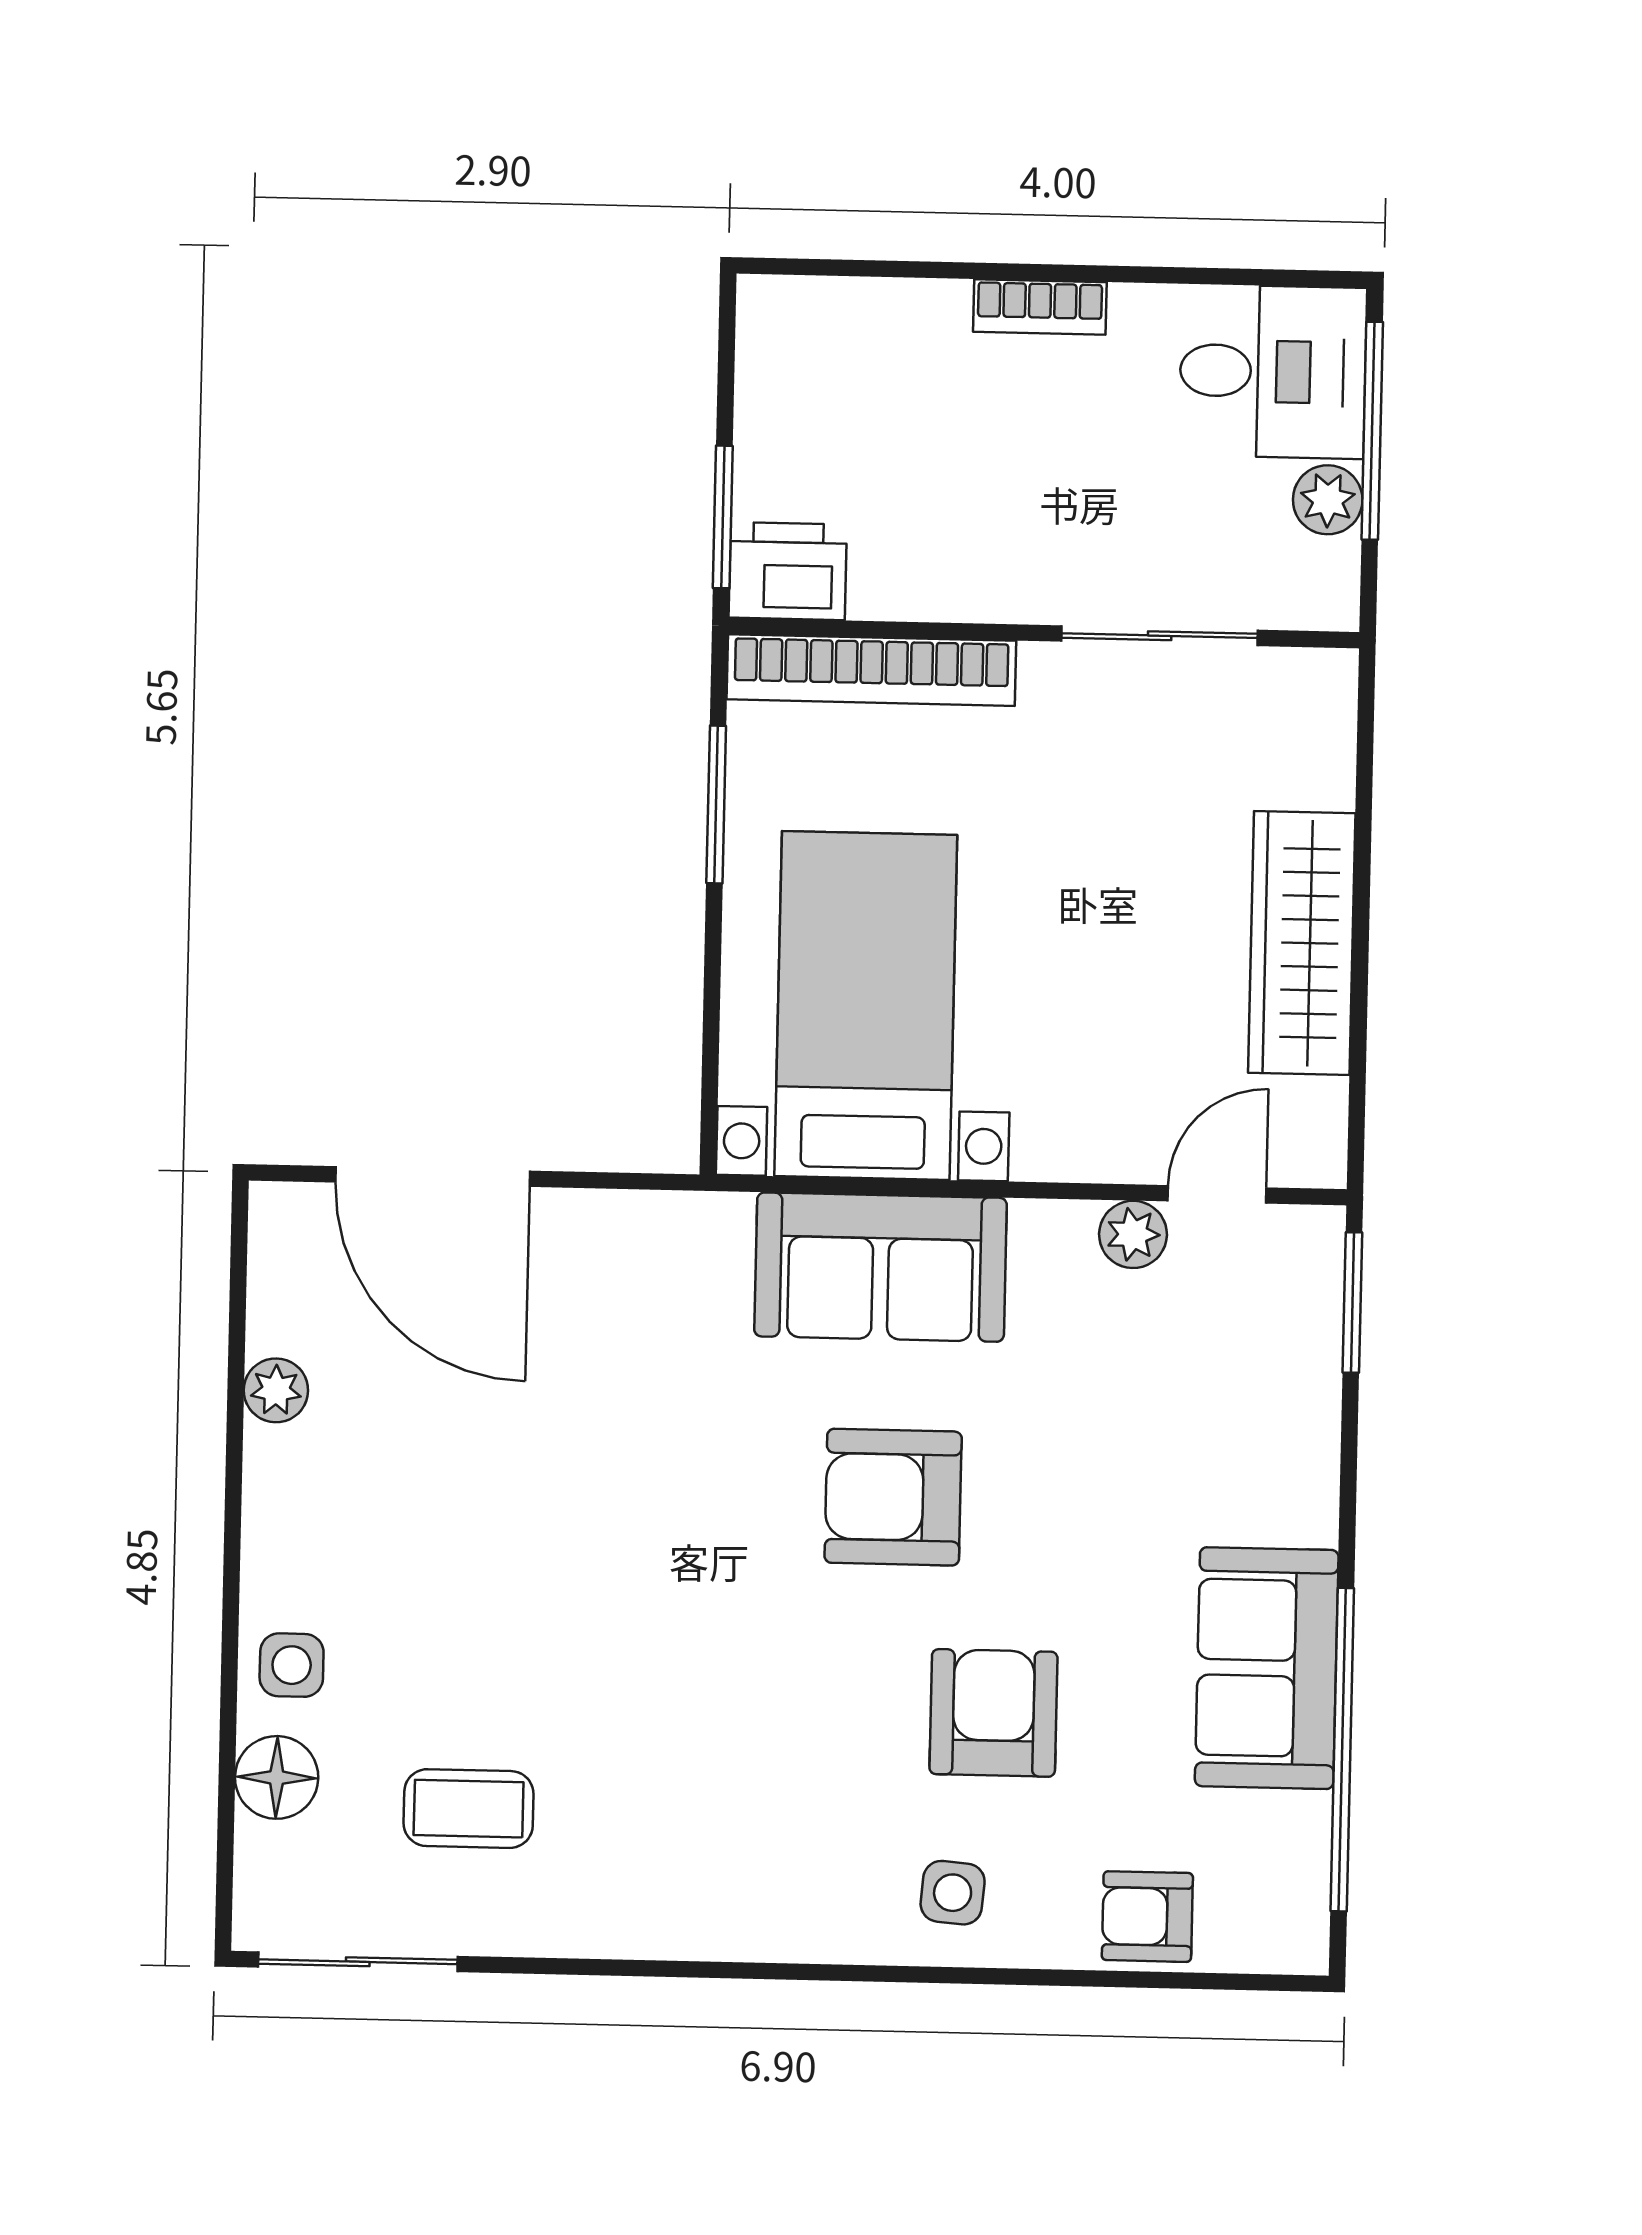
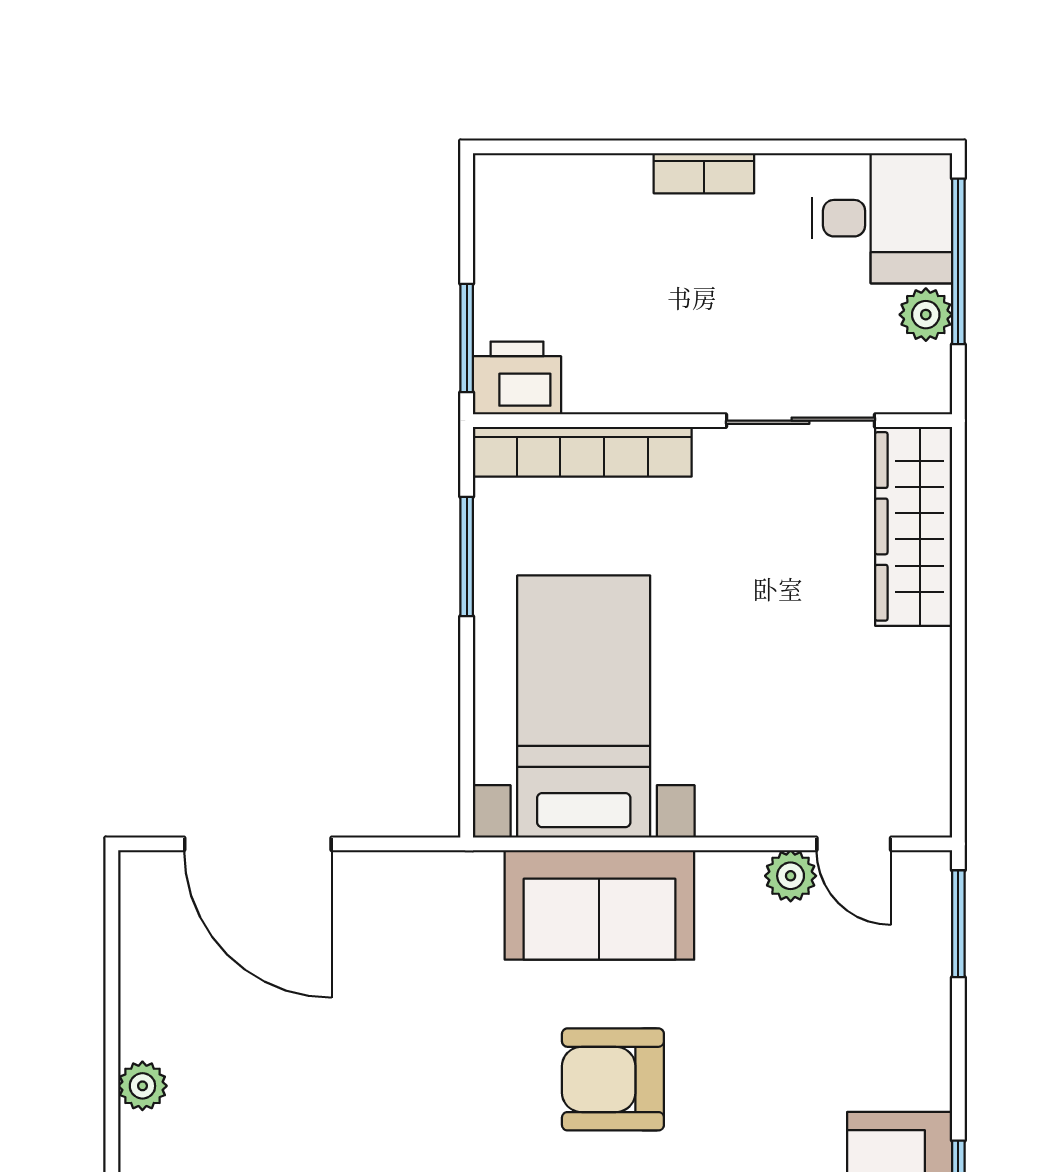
wardrobe: (1302, 943) -> (914, 526), moved
door: (1217, 1194) -> (854, 844), swing flipped
plant: (276, 1390) -> (142, 1086), moved

